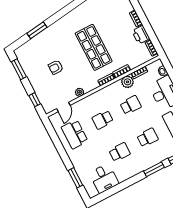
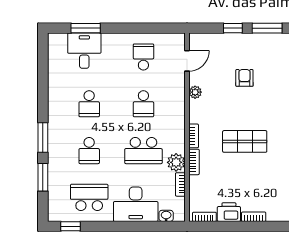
shop shelf: (94, 47) -> (245, 141), width x0.70, depth x0.74
window: (35, 100) -> (233, 28), moved
school desk: (131, 105) -> (143, 151), width x1.85
door: (63, 107) -> (187, 61), swing flipped
school desk: (103, 120) -> (143, 104), turned 180
school desk: (75, 134) -> (143, 57), width x0.54
desk: (104, 178) -> (84, 51), moved, turned 90

